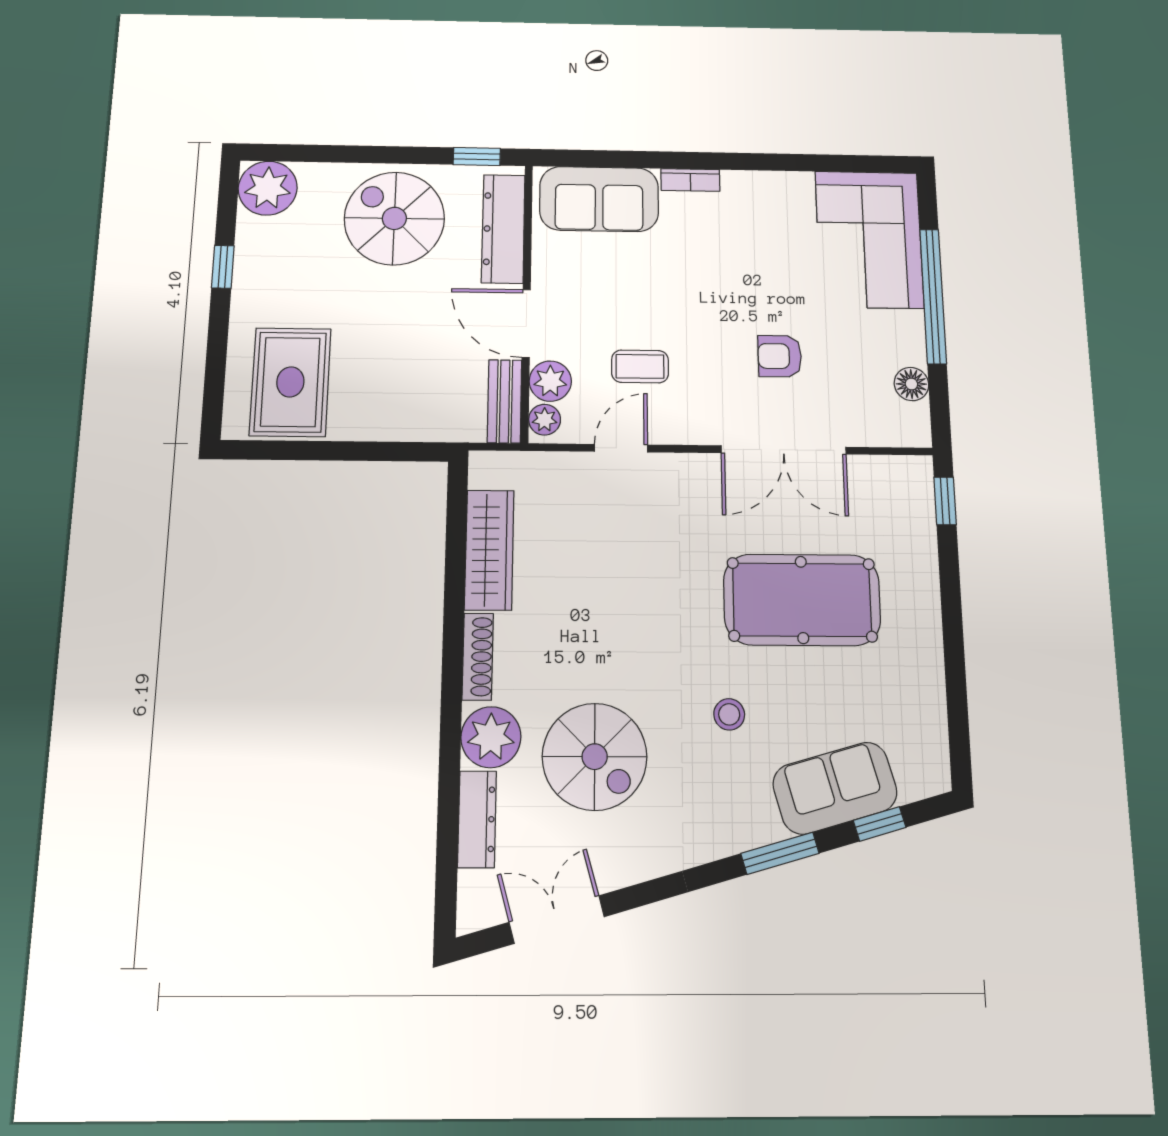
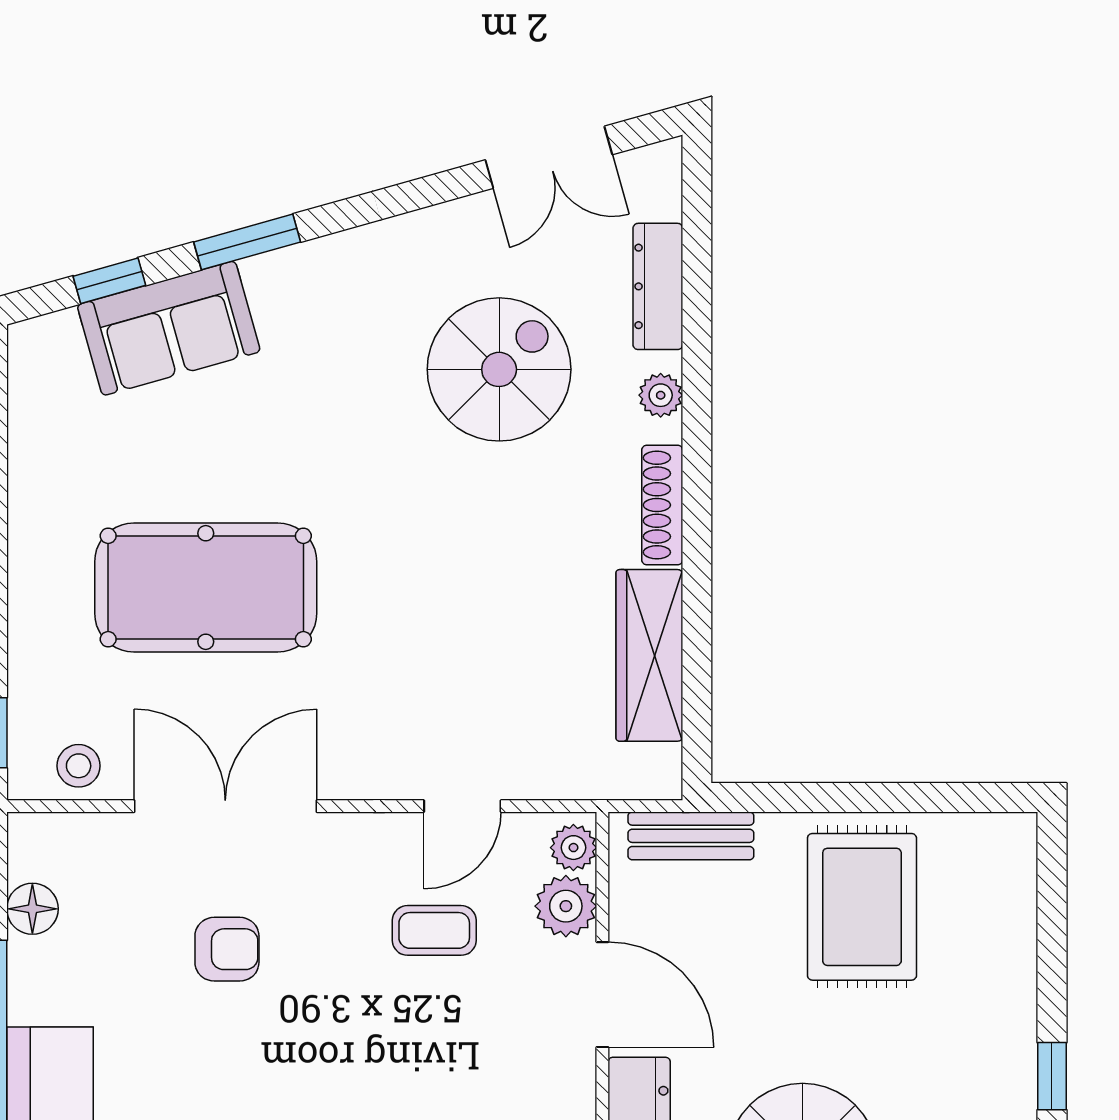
rug: (290, 382) -> (862, 907), moved
bench: (505, 401) -> (691, 836), moved, turned 90
stool: (729, 714) -> (79, 766), moved
plant: (491, 737) -> (661, 395), width x0.53, depth x0.53
spiral stairs: (595, 757) -> (499, 369), turned 90

